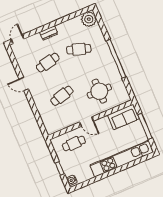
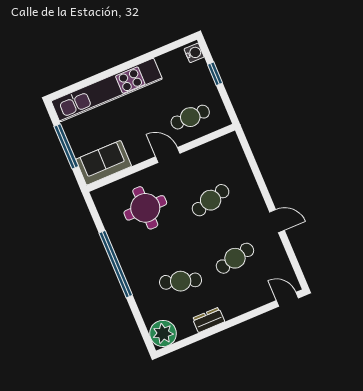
dresser: (49, 33) -> (209, 320), moved
door: (17, 39) -> (287, 299), swing flipped

